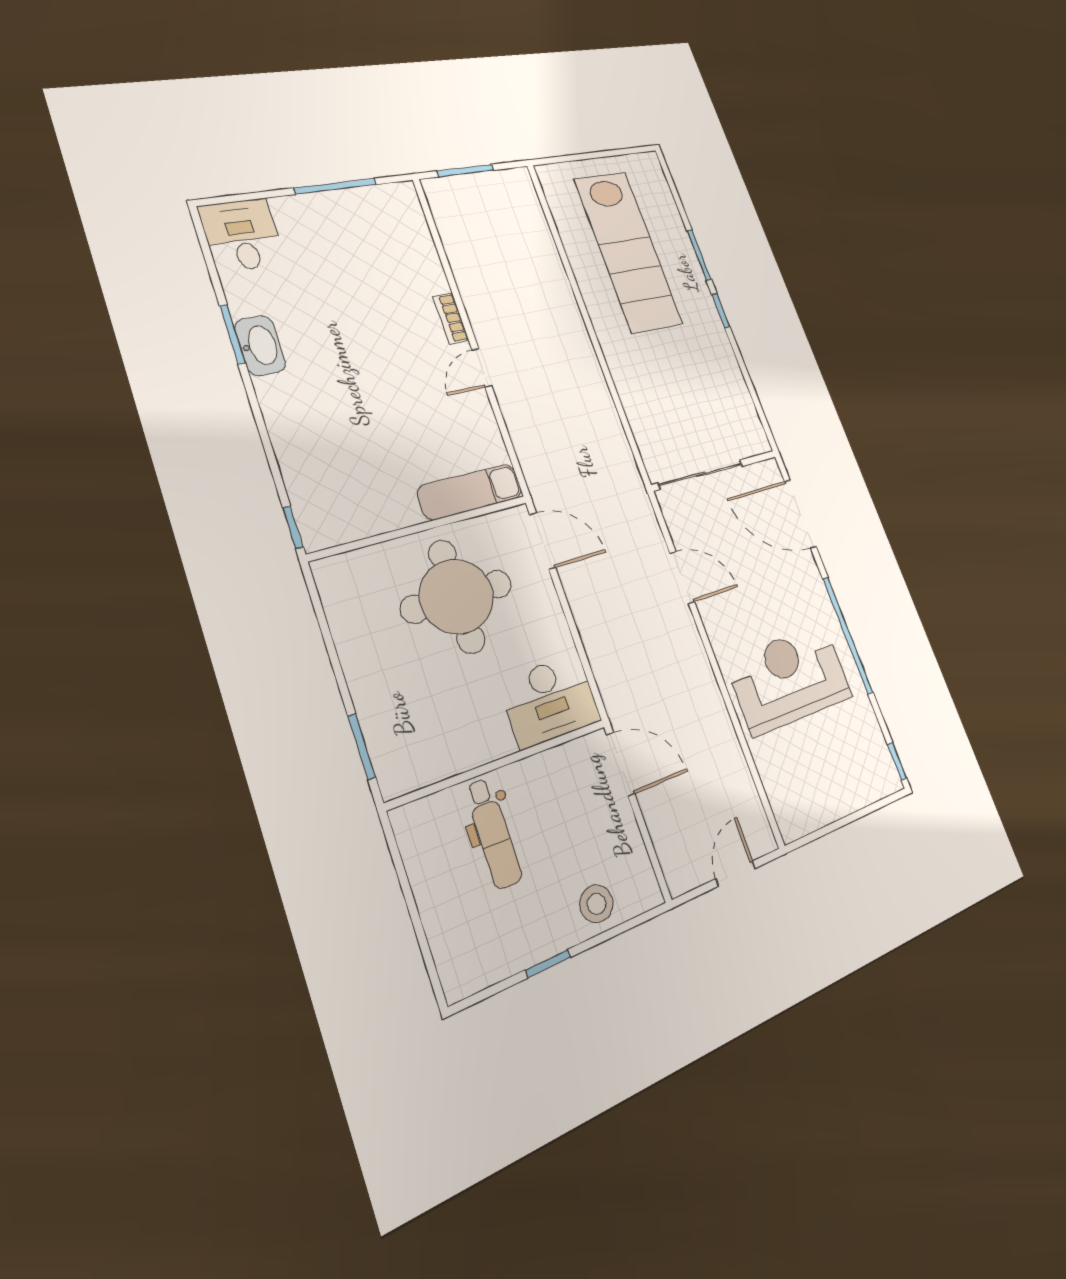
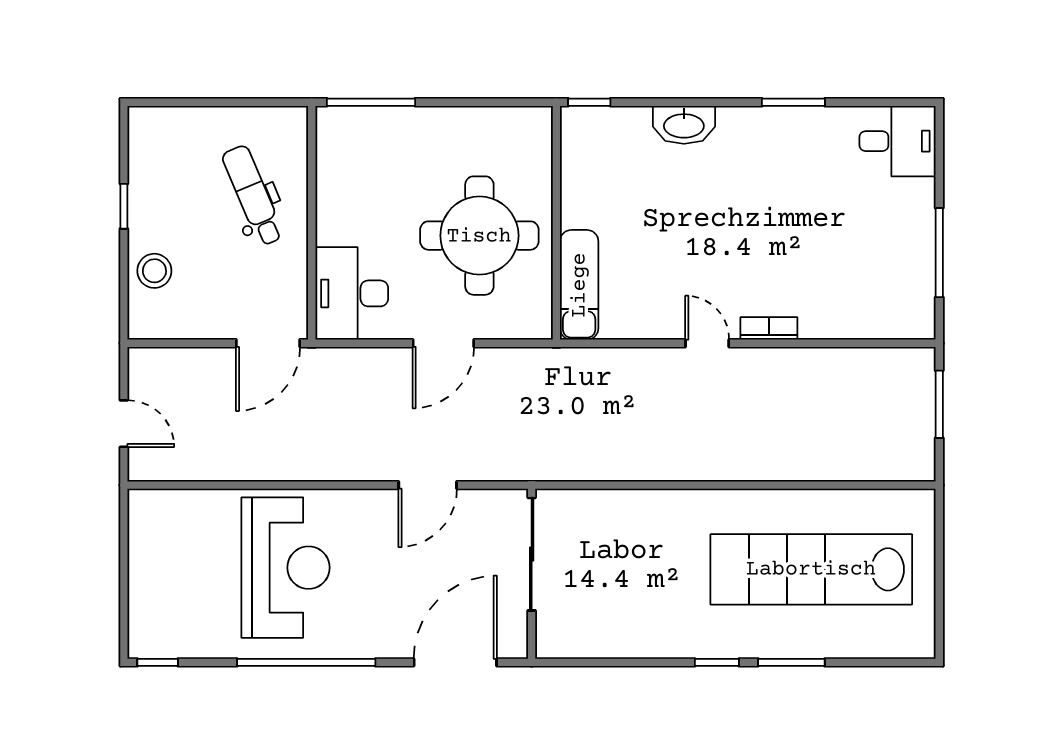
washbasin: (260, 346) -> (684, 125), moved
door: (542, 541) -> (443, 343), moved
window: (362, 746) -> (371, 102), width x1.44
dental chair: (493, 833) -> (253, 196), turned 67

